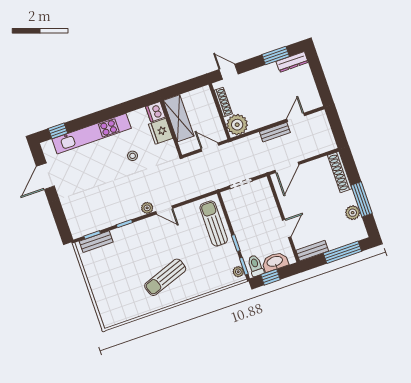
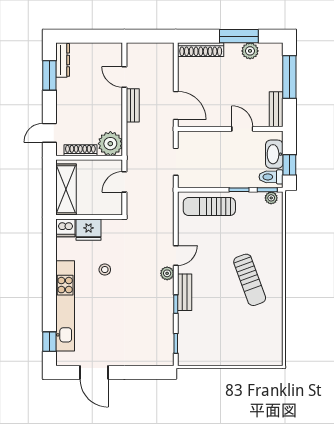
shelving: (179, 118) -> (66, 189), moved, turned 90
bench: (96, 242) -> (185, 292), moved

